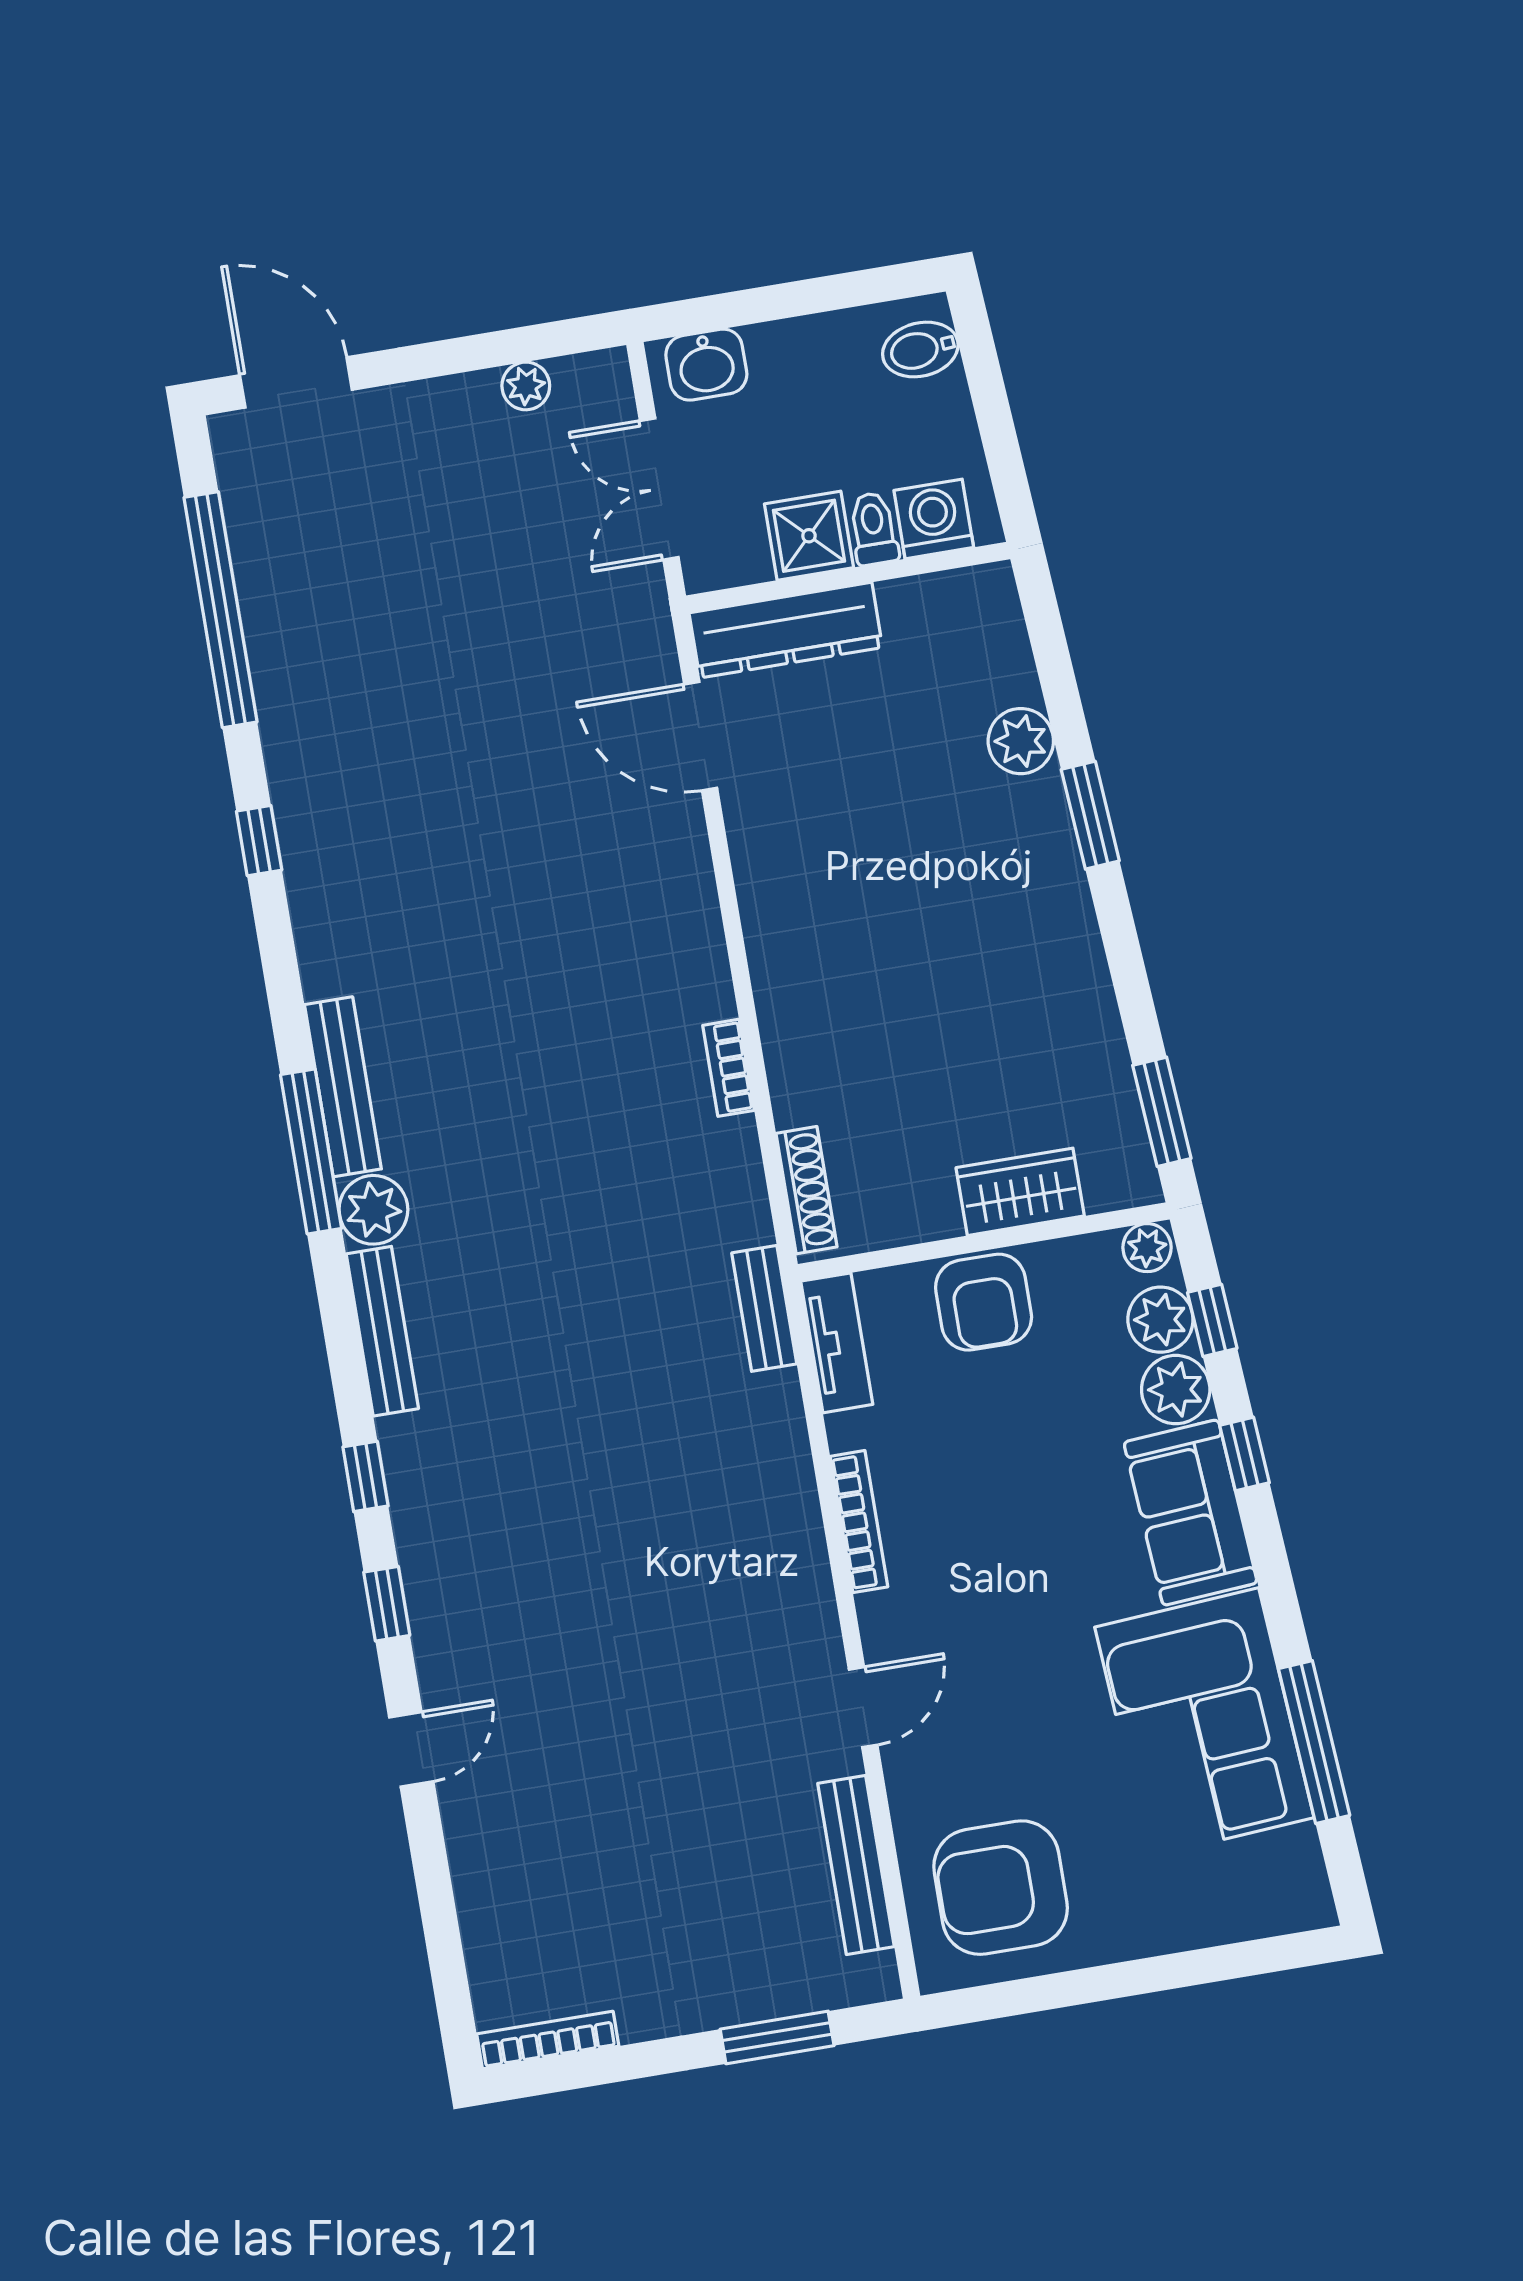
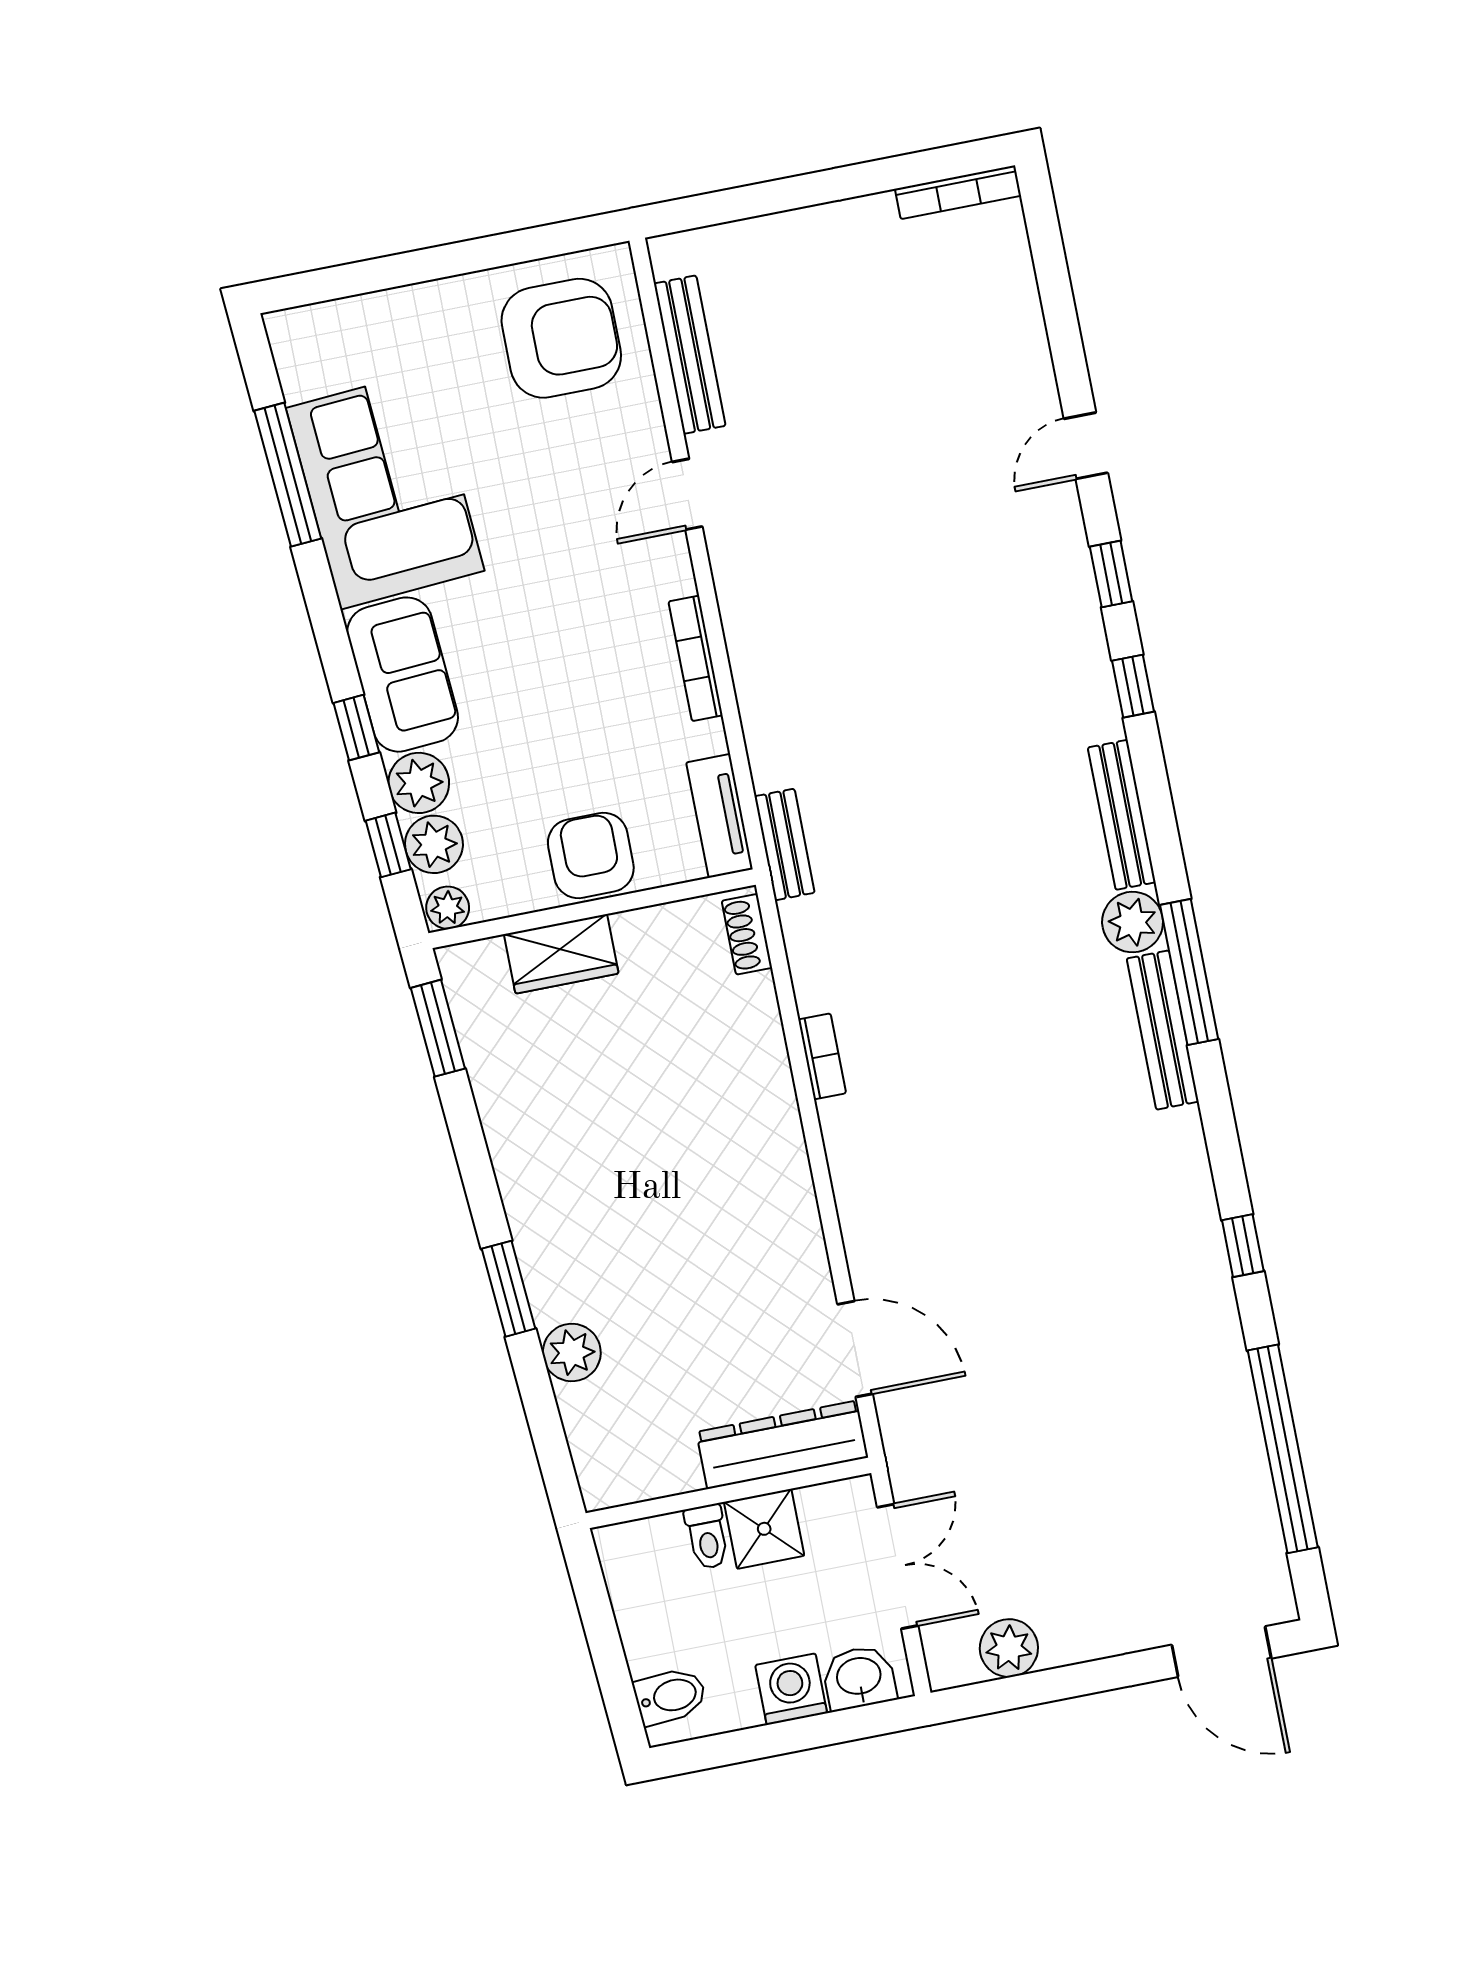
plant: (526, 386) -> (1009, 1648), width x1.38, depth x1.38
washing machine: (934, 519) -> (791, 1689), moved, turned 180
shoe rack: (807, 1190) -> (747, 934), width x0.70
window: (777, 2037) -> (755, 200), removed

